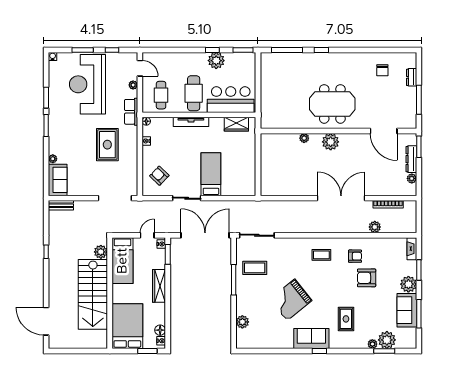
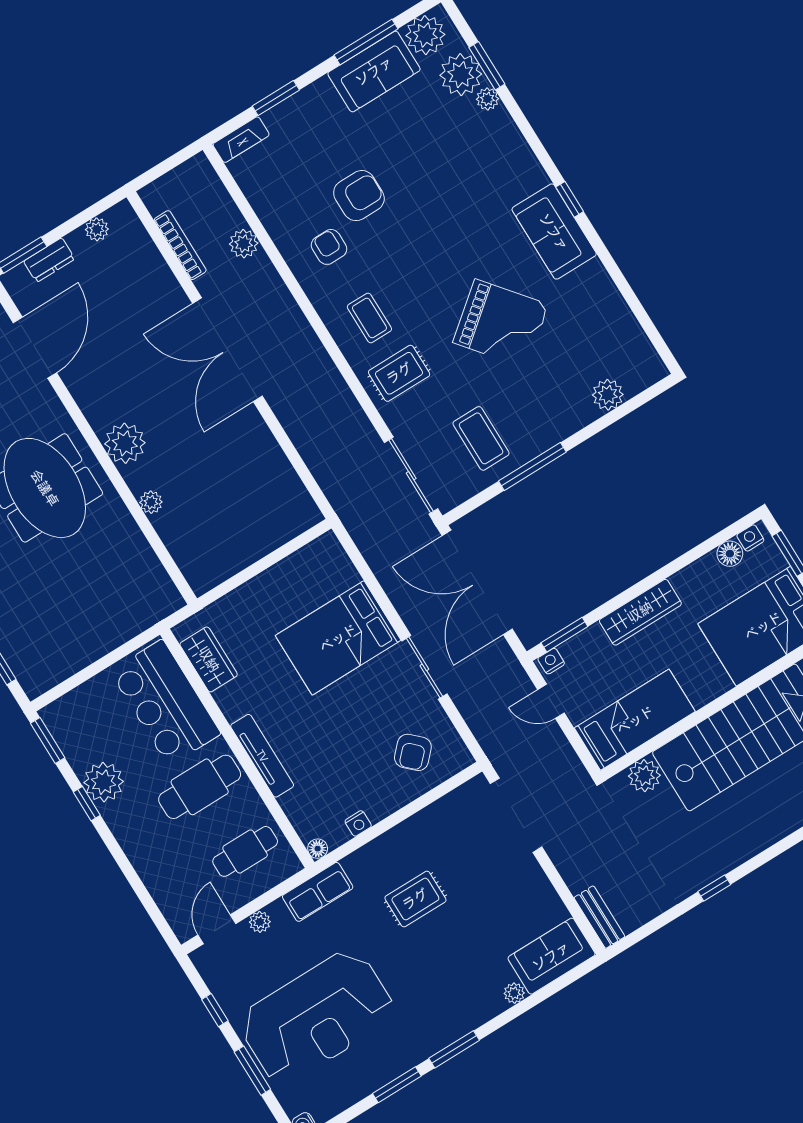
rug: (107, 145) -> (415, 899), width x0.73, depth x0.70
dresser: (411, 159) -> (49, 260), width x0.70
bed: (211, 174) -> (338, 638), width x1.50
armchair: (367, 278) -> (359, 196), turned -90
plant: (408, 284) -> (425, 35), moved
rug: (346, 319) -> (399, 373), moved

